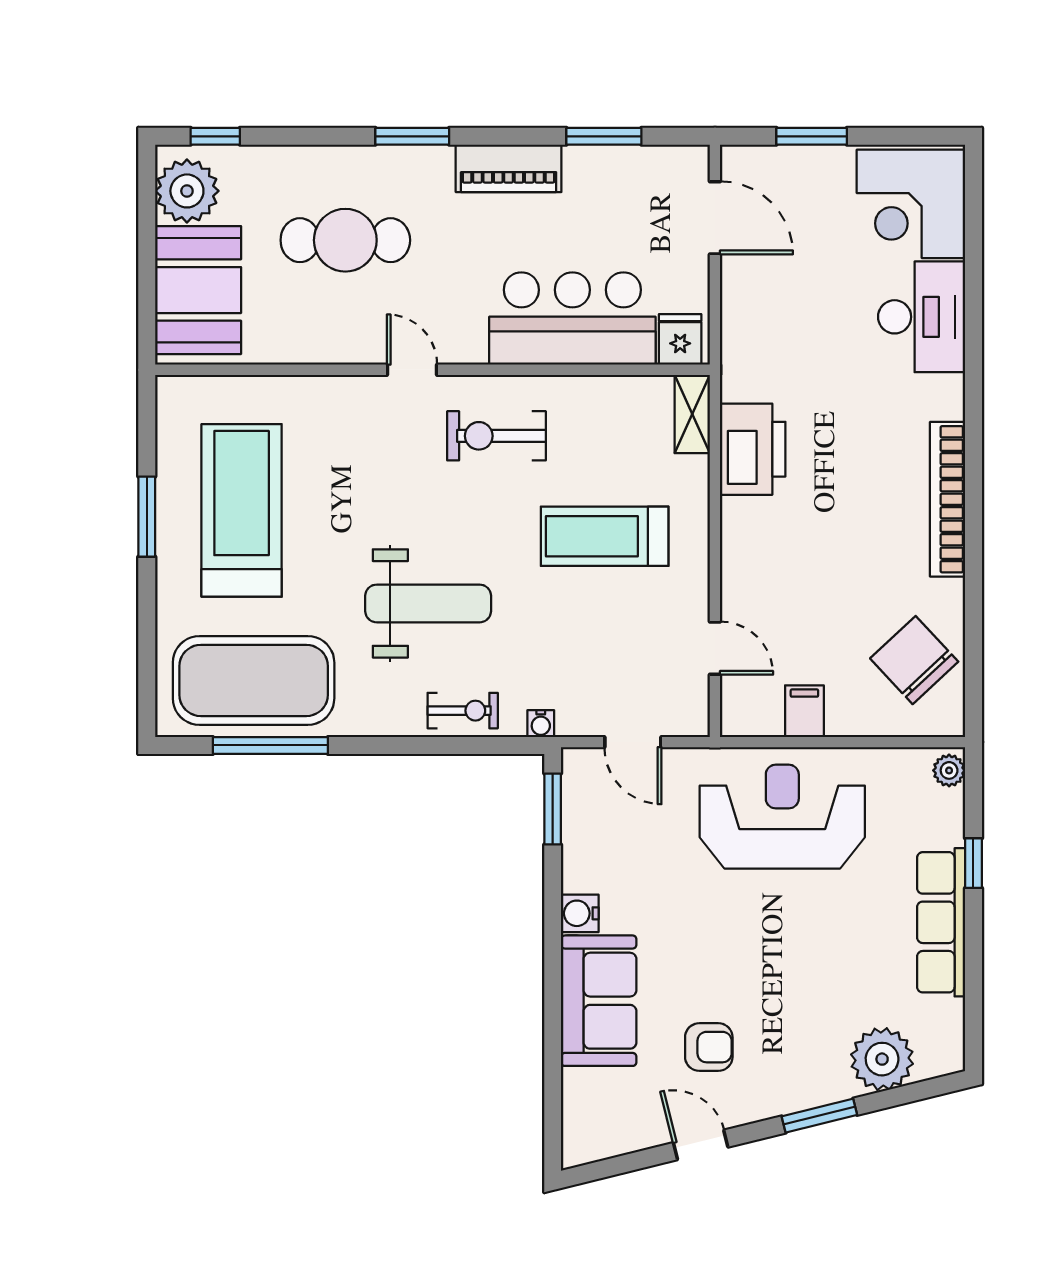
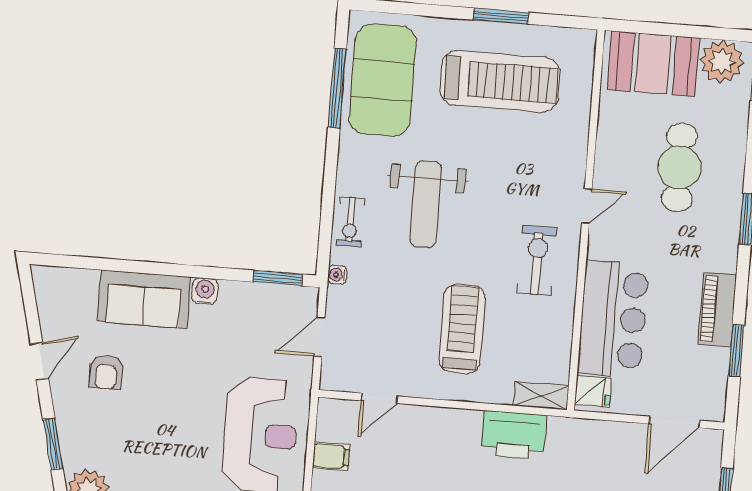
piano: (509, 168) -> (718, 309), moved

